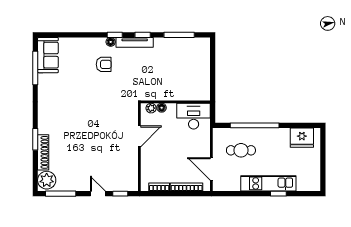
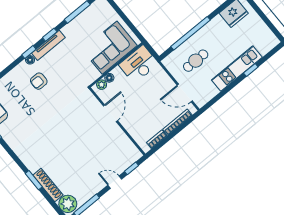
armchair: (104, 64) -> (39, 81), turned 180
corner sofa: (182, 84) -> (110, 48), added

